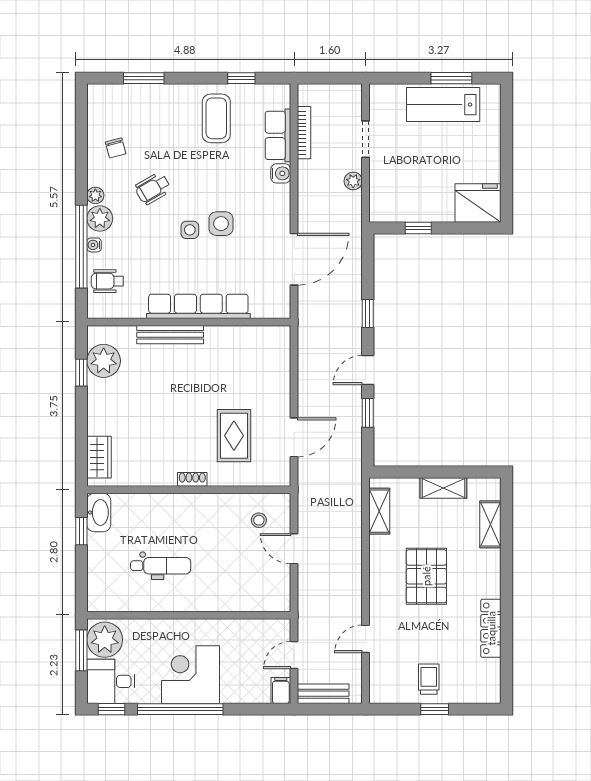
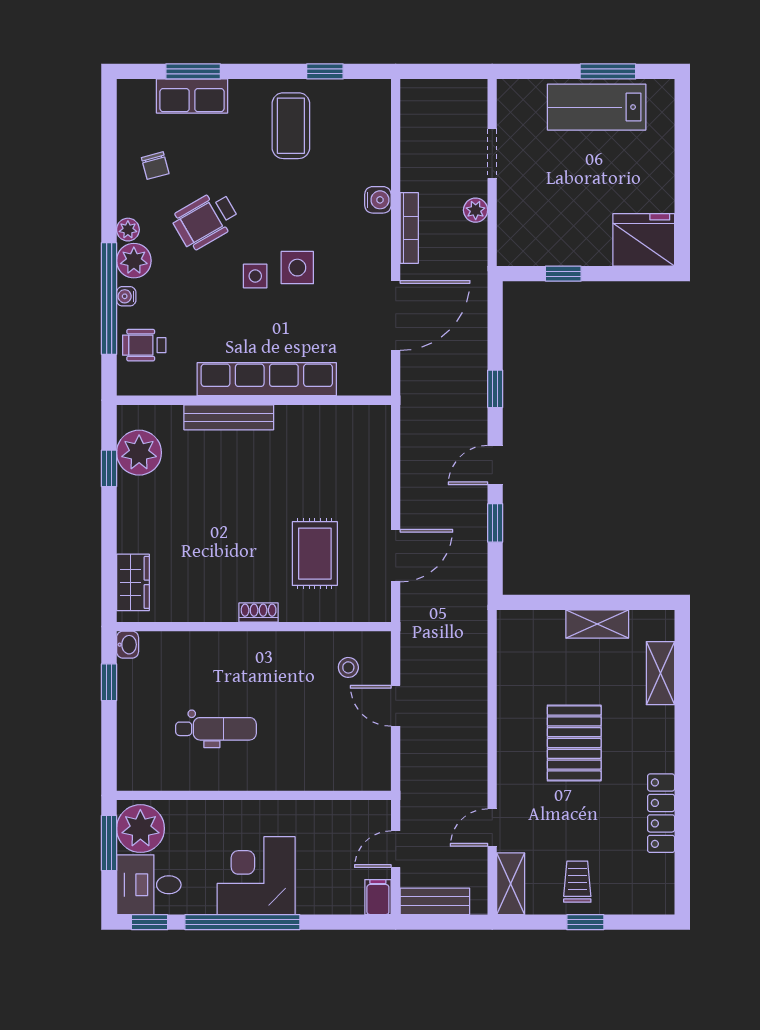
bookcase: (304, 133) -> (409, 228), moved
row of seats: (278, 135) -> (192, 96), moved, turned -90
wheelchair: (153, 188) -> (205, 220), width x1.36, depth x1.37
shelving: (379, 511) -> (511, 884), moved
washbasin: (99, 512) -> (128, 645), width x0.52, depth x0.69

